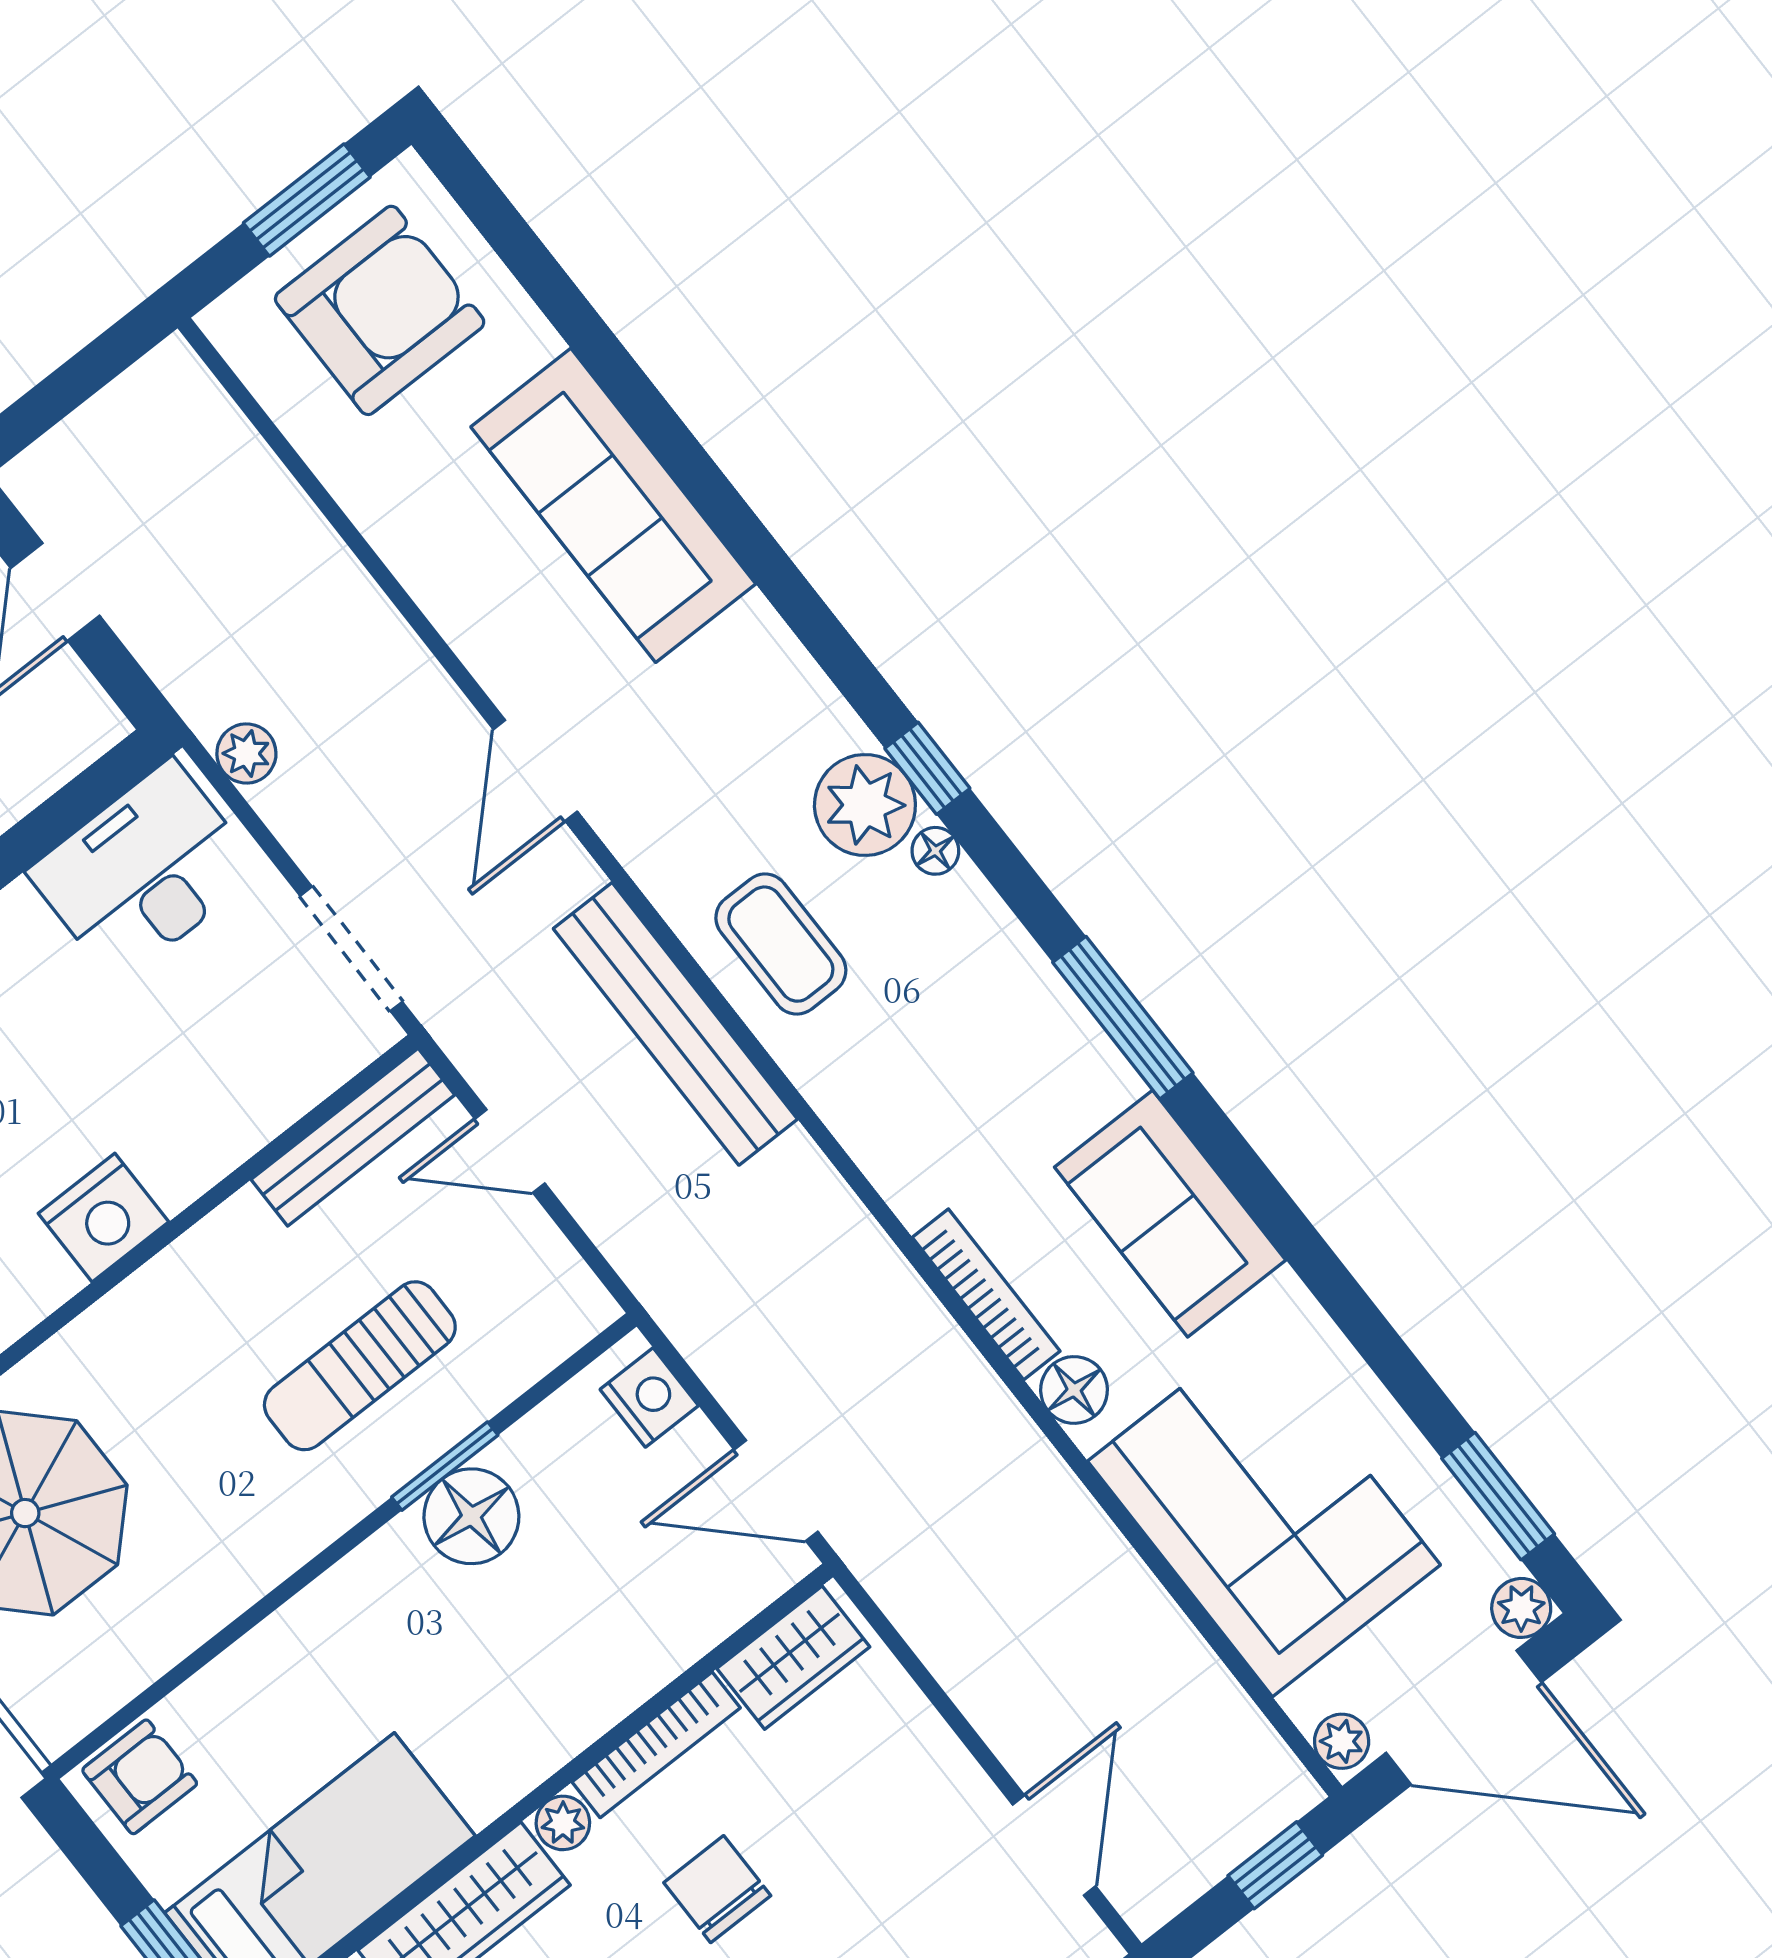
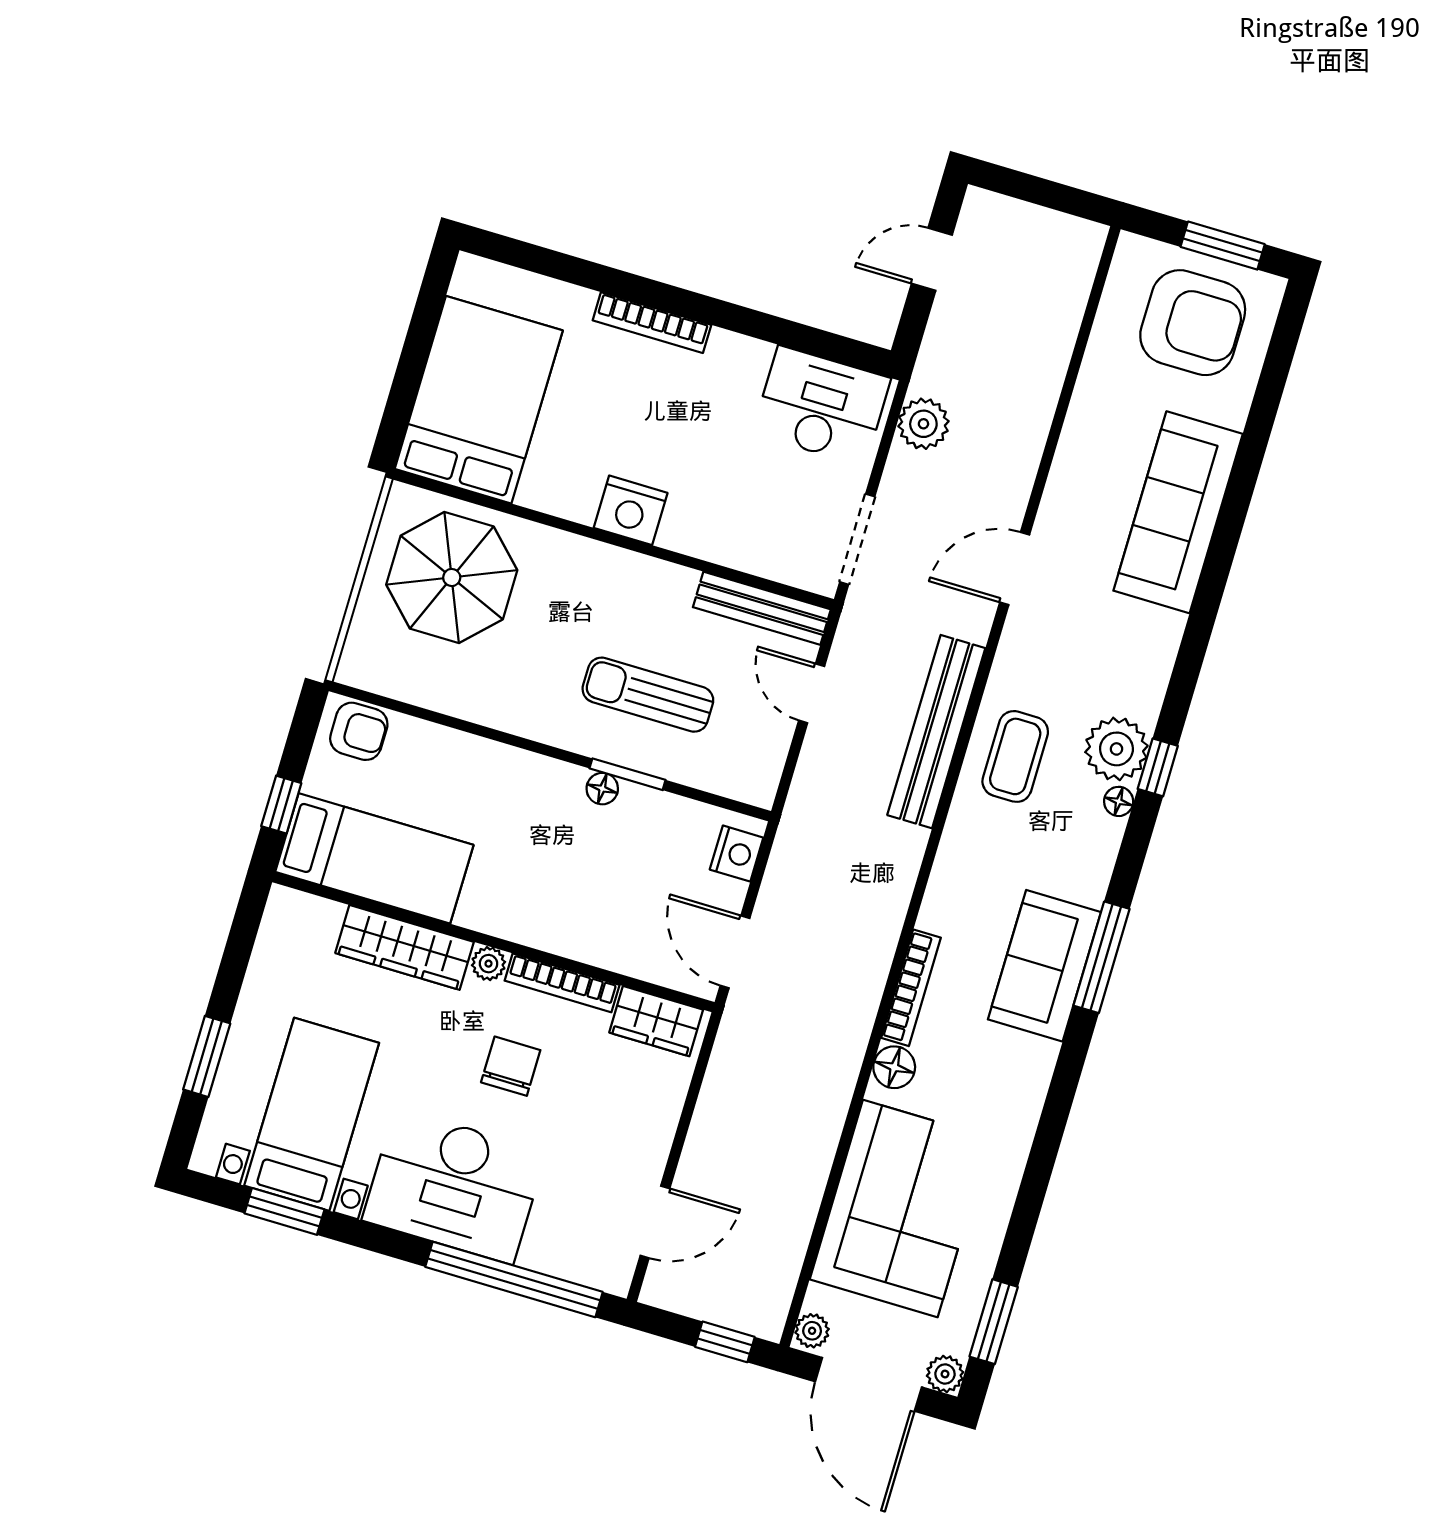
plant: (246, 753) -> (923, 424), width x1.38, depth x1.38
sofa: (1170, 1214) -> (1044, 966), moved
floor lamp: (471, 1516) -> (602, 789), width x0.53, depth x0.53

